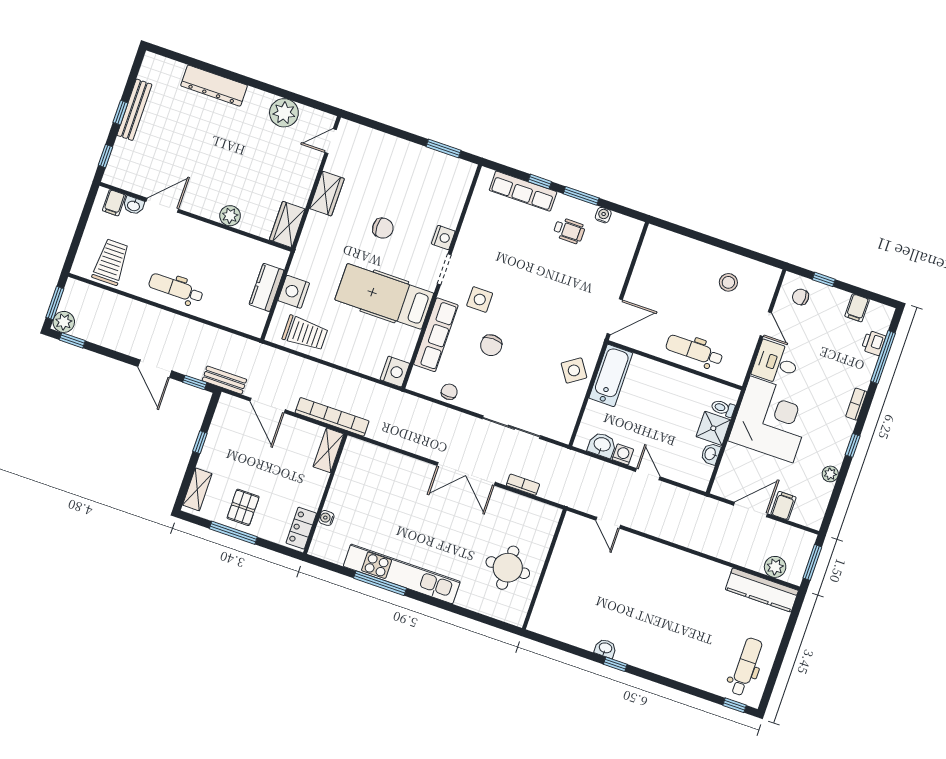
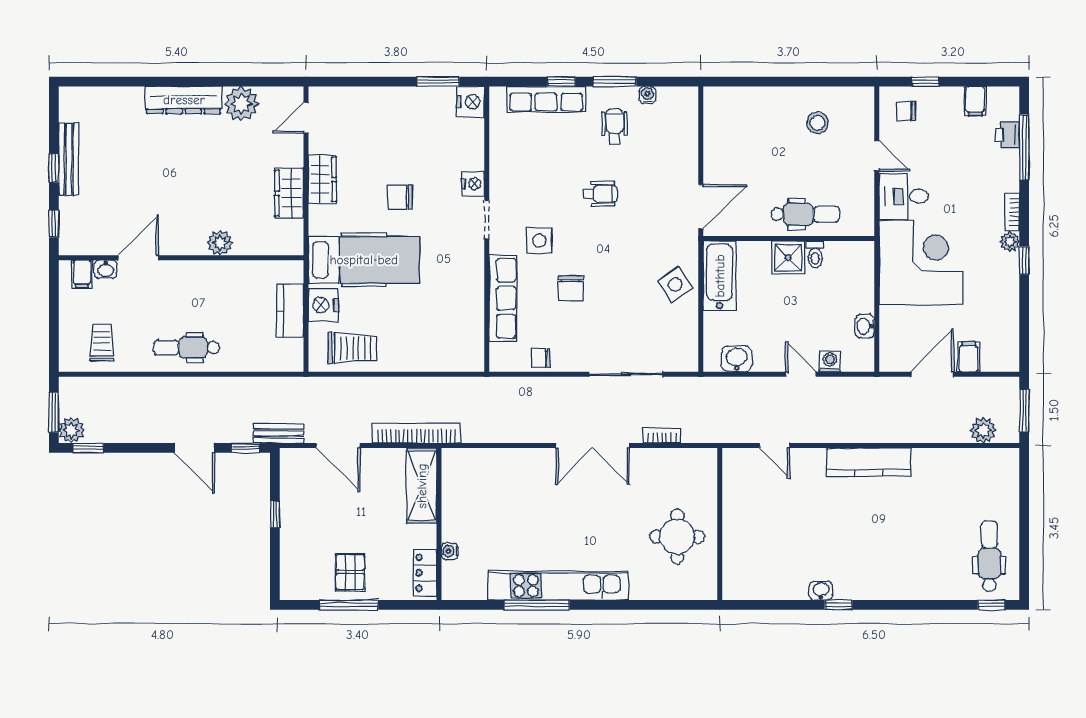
dresser: (214, 86) -> (184, 100), moved
wardrobe: (287, 224) -> (289, 193), moved
chair: (383, 228) -> (400, 197), turned 180
wheelchair: (569, 231) -> (614, 126), turned -90
trolley: (111, 262) -> (102, 343), width x0.73, depth x0.72
wheelchair: (540, 280) -> (600, 194), added
hospital bed: (384, 296) -> (364, 260), moved, turned 180
dental chair: (694, 351) -> (805, 214), turned 180
nightstand: (395, 372) -> (470, 102), moved
chair: (449, 392) -> (541, 358), turned -90
toilet: (723, 408) -> (815, 254), moved, turned -90
shower: (713, 428) -> (788, 258), moved
shelving: (328, 450) -> (422, 486), width x1.50, depth x1.33
washing machine: (623, 454) -> (830, 361), moved
plant: (830, 474) -> (1010, 242), moved
shelving: (197, 489) -> (291, 569), removed
kitchen counter: (762, 590) -> (869, 462), moved

